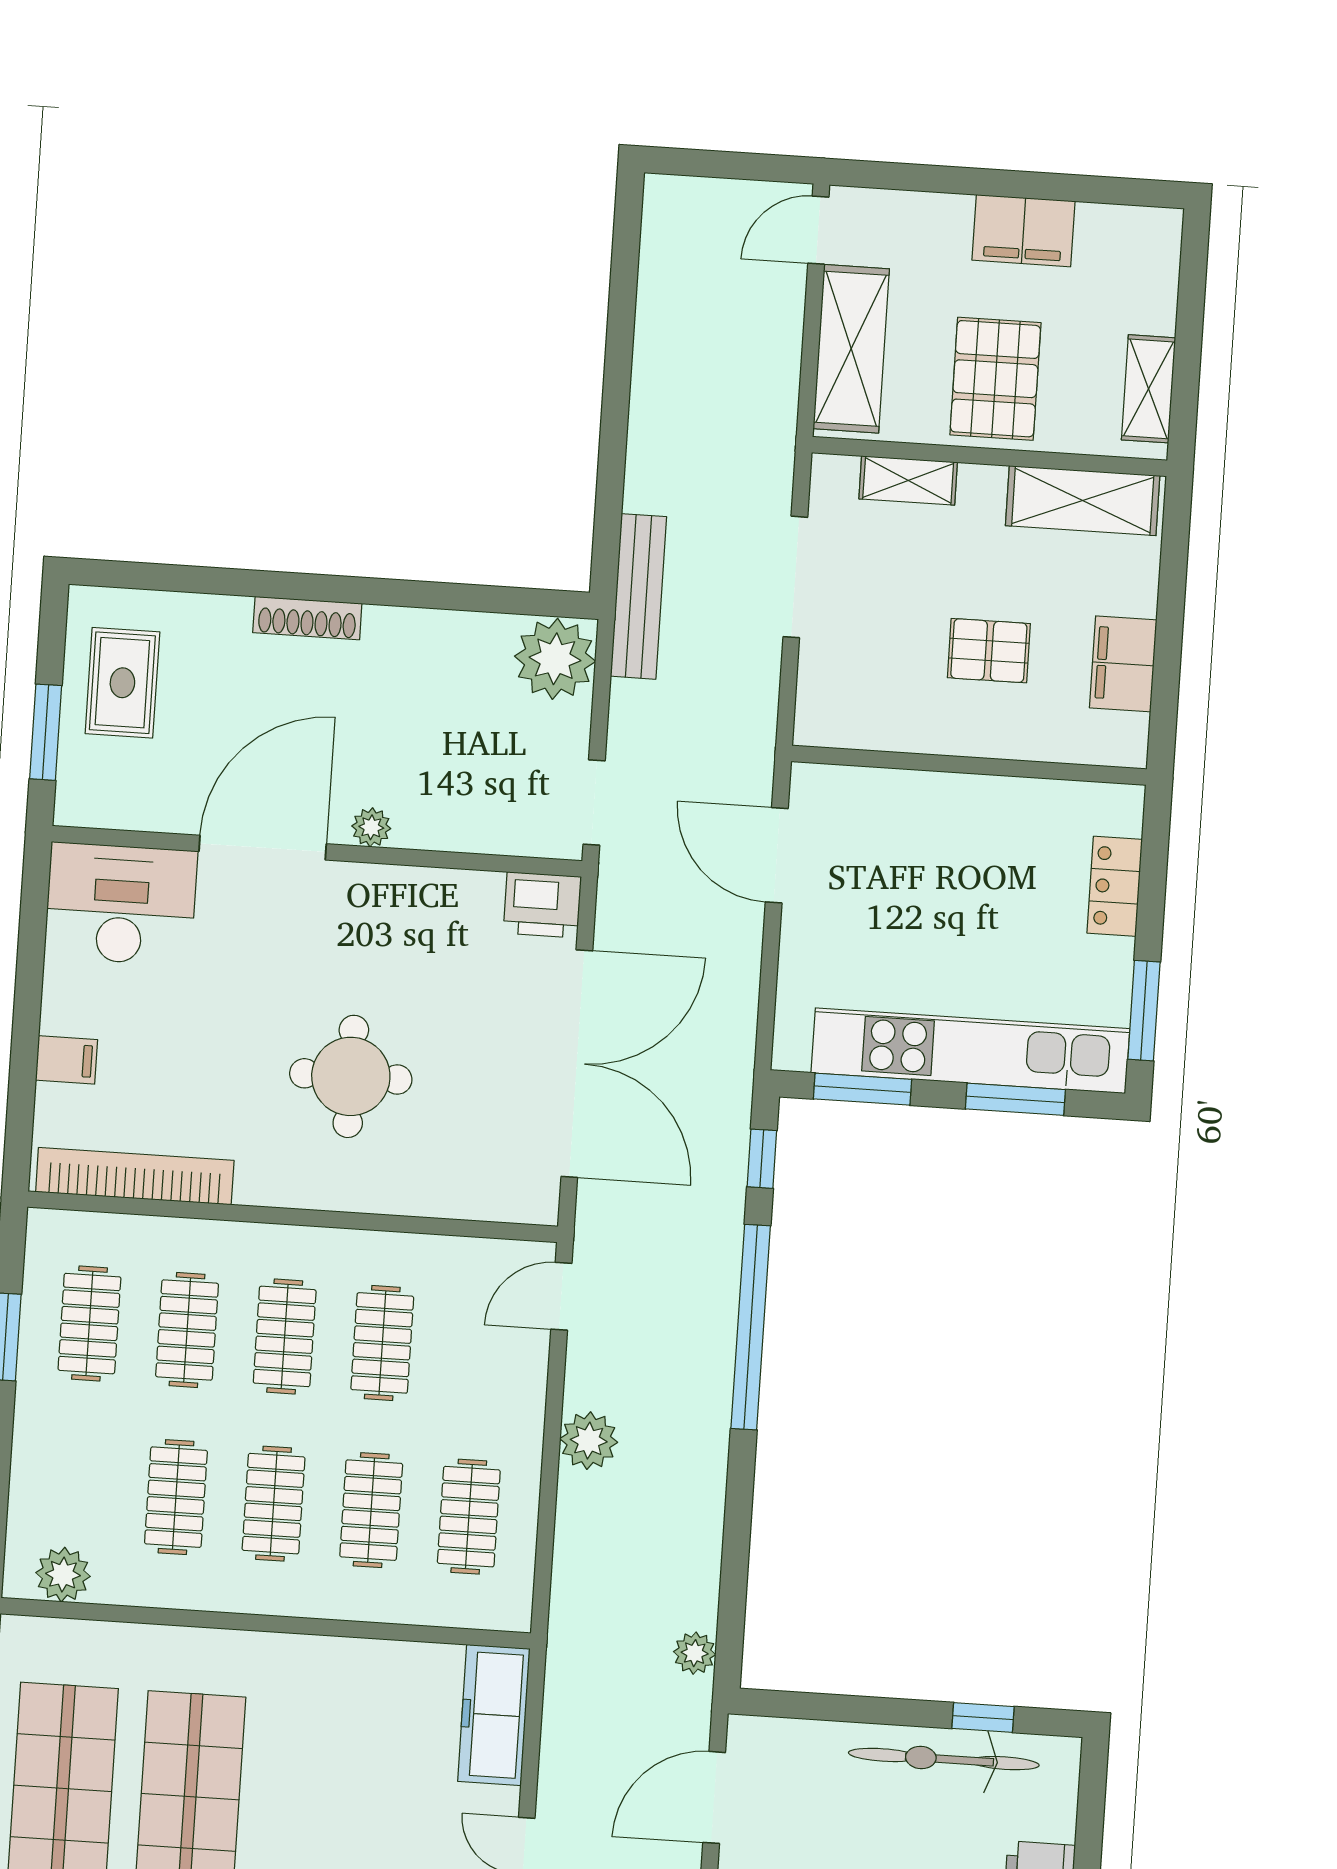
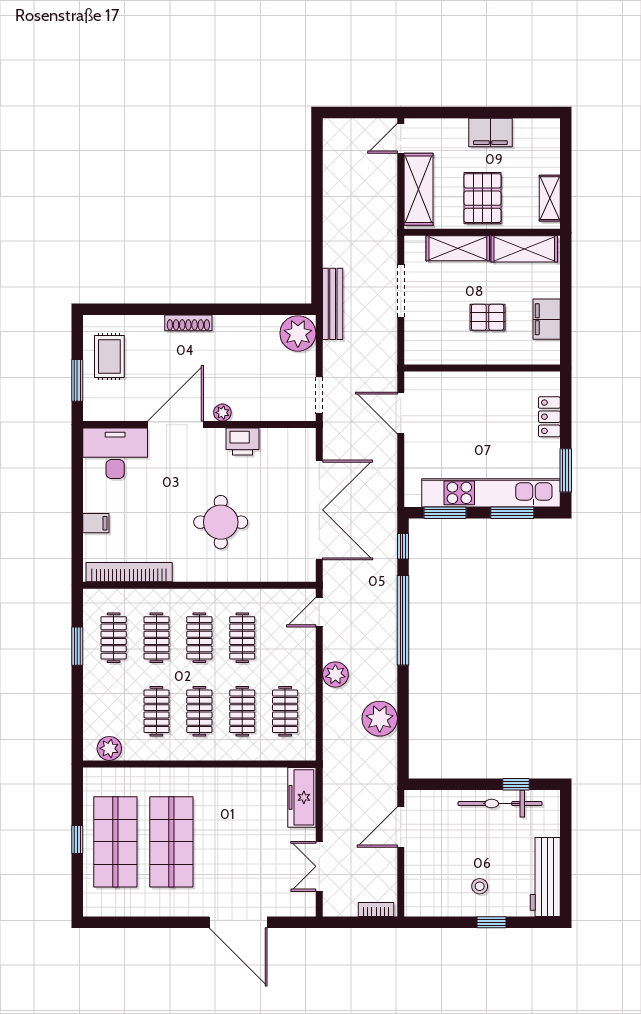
shelving: (908, 480) -> (458, 248), width x1.50, depth x1.33
printer: (542, 905) -> (243, 442), moved
plant: (695, 1653) -> (380, 719), moved, width x1.88, depth x1.88

